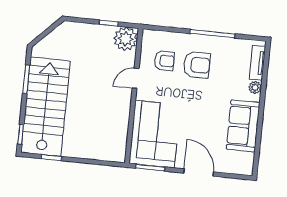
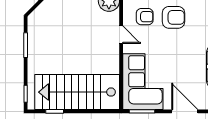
door: (136, 78) -> (121, 35), swing flipped
stairs: (46, 107) -> (77, 92), moved, turned -90

